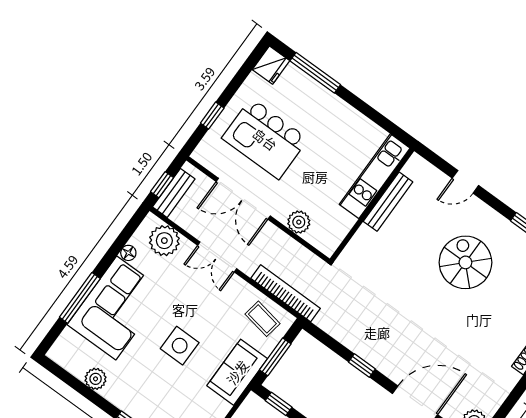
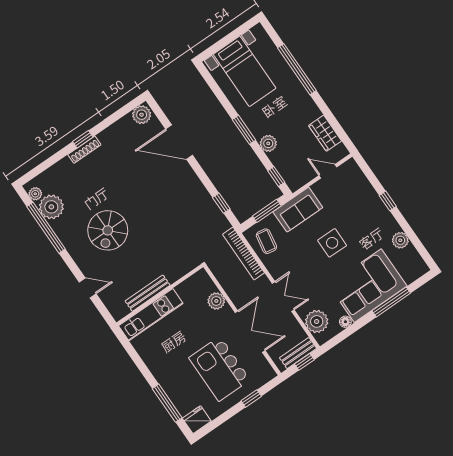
kitchen island: (265, 139) -> (219, 369), turned 180
window: (362, 366) -> (221, 203), moved

